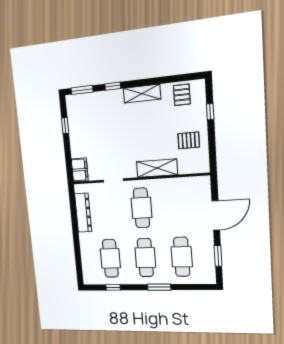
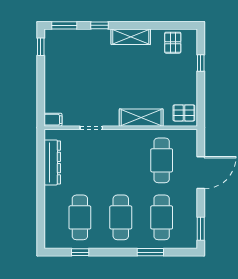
window: (65, 126) -> (41, 47), moved
pallet: (189, 140) -> (184, 113), moved
filing cabinet: (80, 170) -> (53, 120), width x0.50
cafe table: (141, 208) -> (162, 160), moved
window: (218, 256) -> (201, 229), moved
window: (159, 287) -> (150, 252), moved

